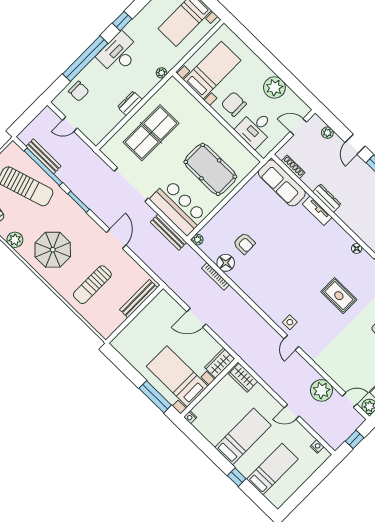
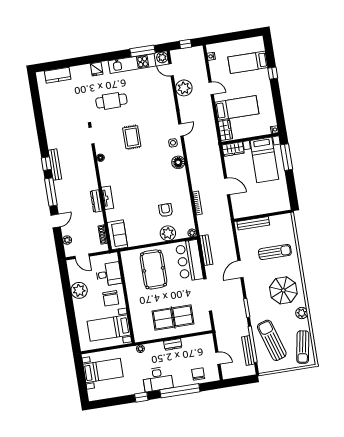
sofa: (282, 183) -> (117, 235), width x0.73
plant: (223, 220) -> (168, 233), added
floor lamp: (226, 263) -> (178, 162), moved
bed: (243, 436) -> (237, 108), moved, turned 180

